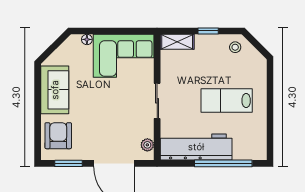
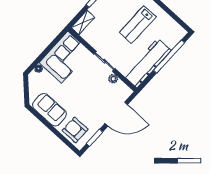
plant: (147, 145) -> (113, 79), moved

